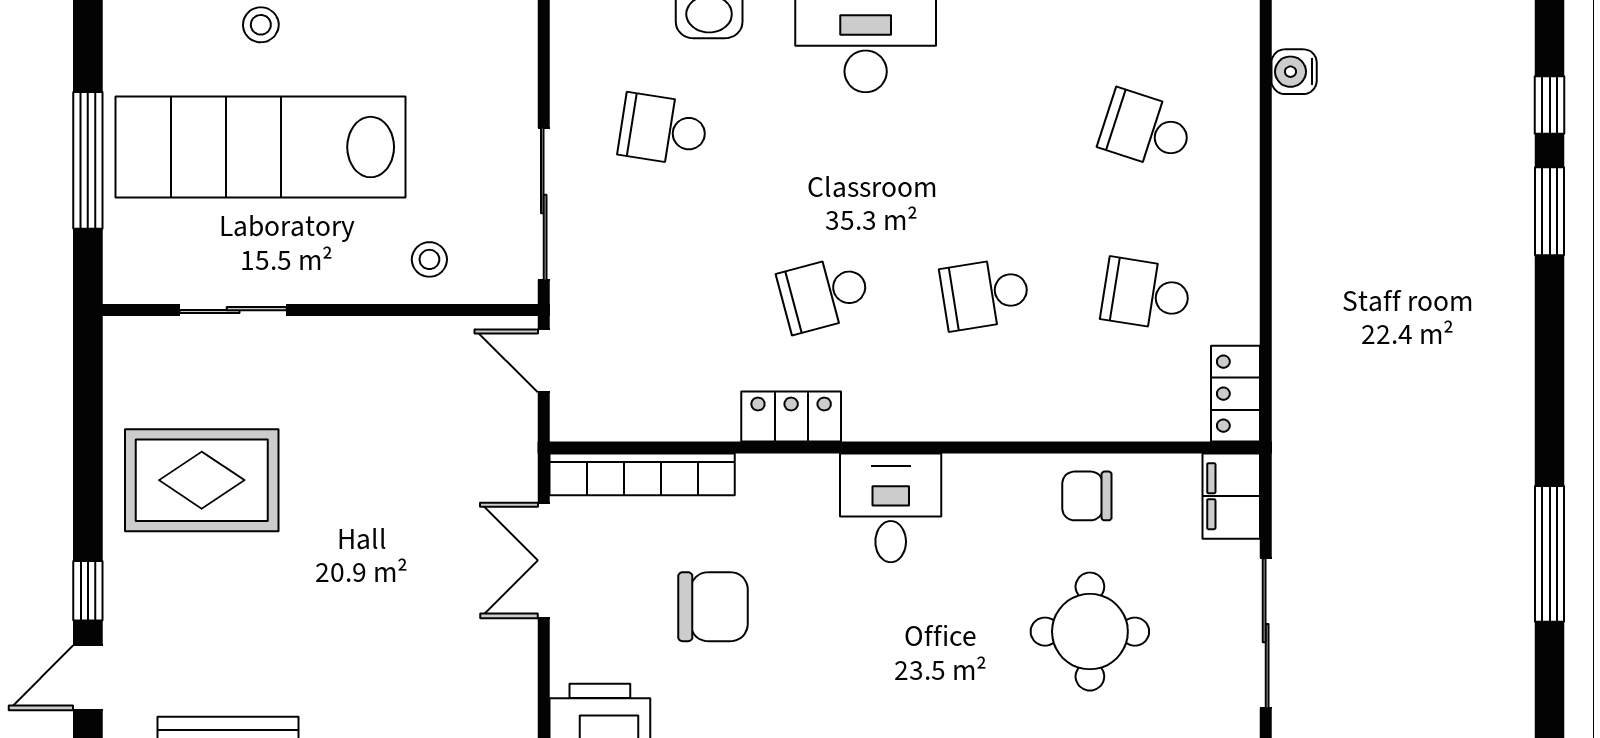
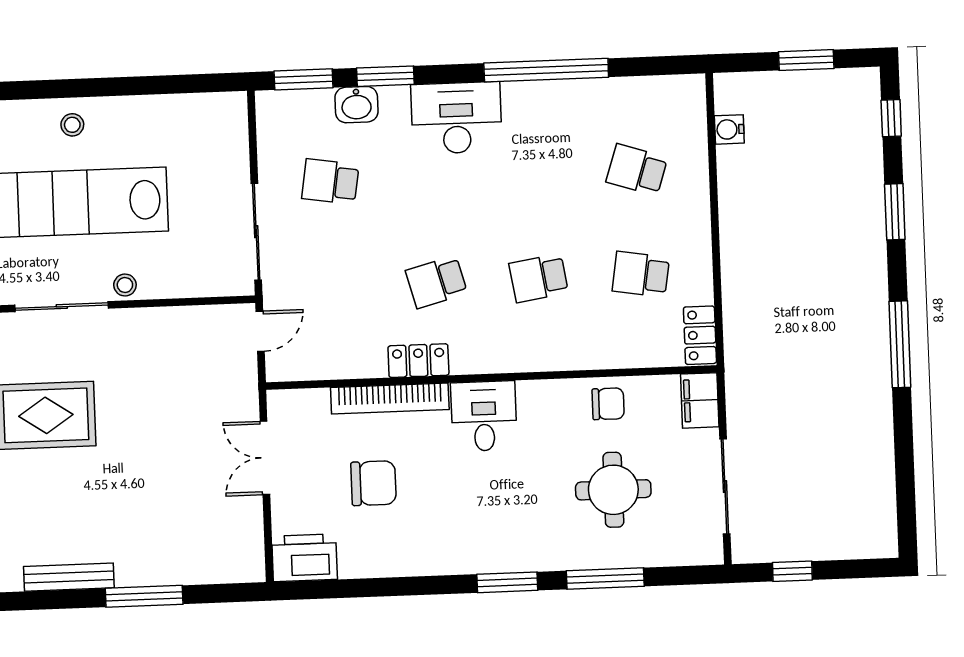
window: (1550, 105) -> (891, 118), moved
stool: (429, 259) -> (125, 285), moved
sliding door: (233, 310) -> (62, 307), width x1.37
door: (544, 361) -> (260, 331), swing flipped
bookcase: (642, 474) -> (390, 398), moved
chair: (1087, 496) -> (608, 404), turned 180
window: (1550, 554) -> (900, 344), moved

